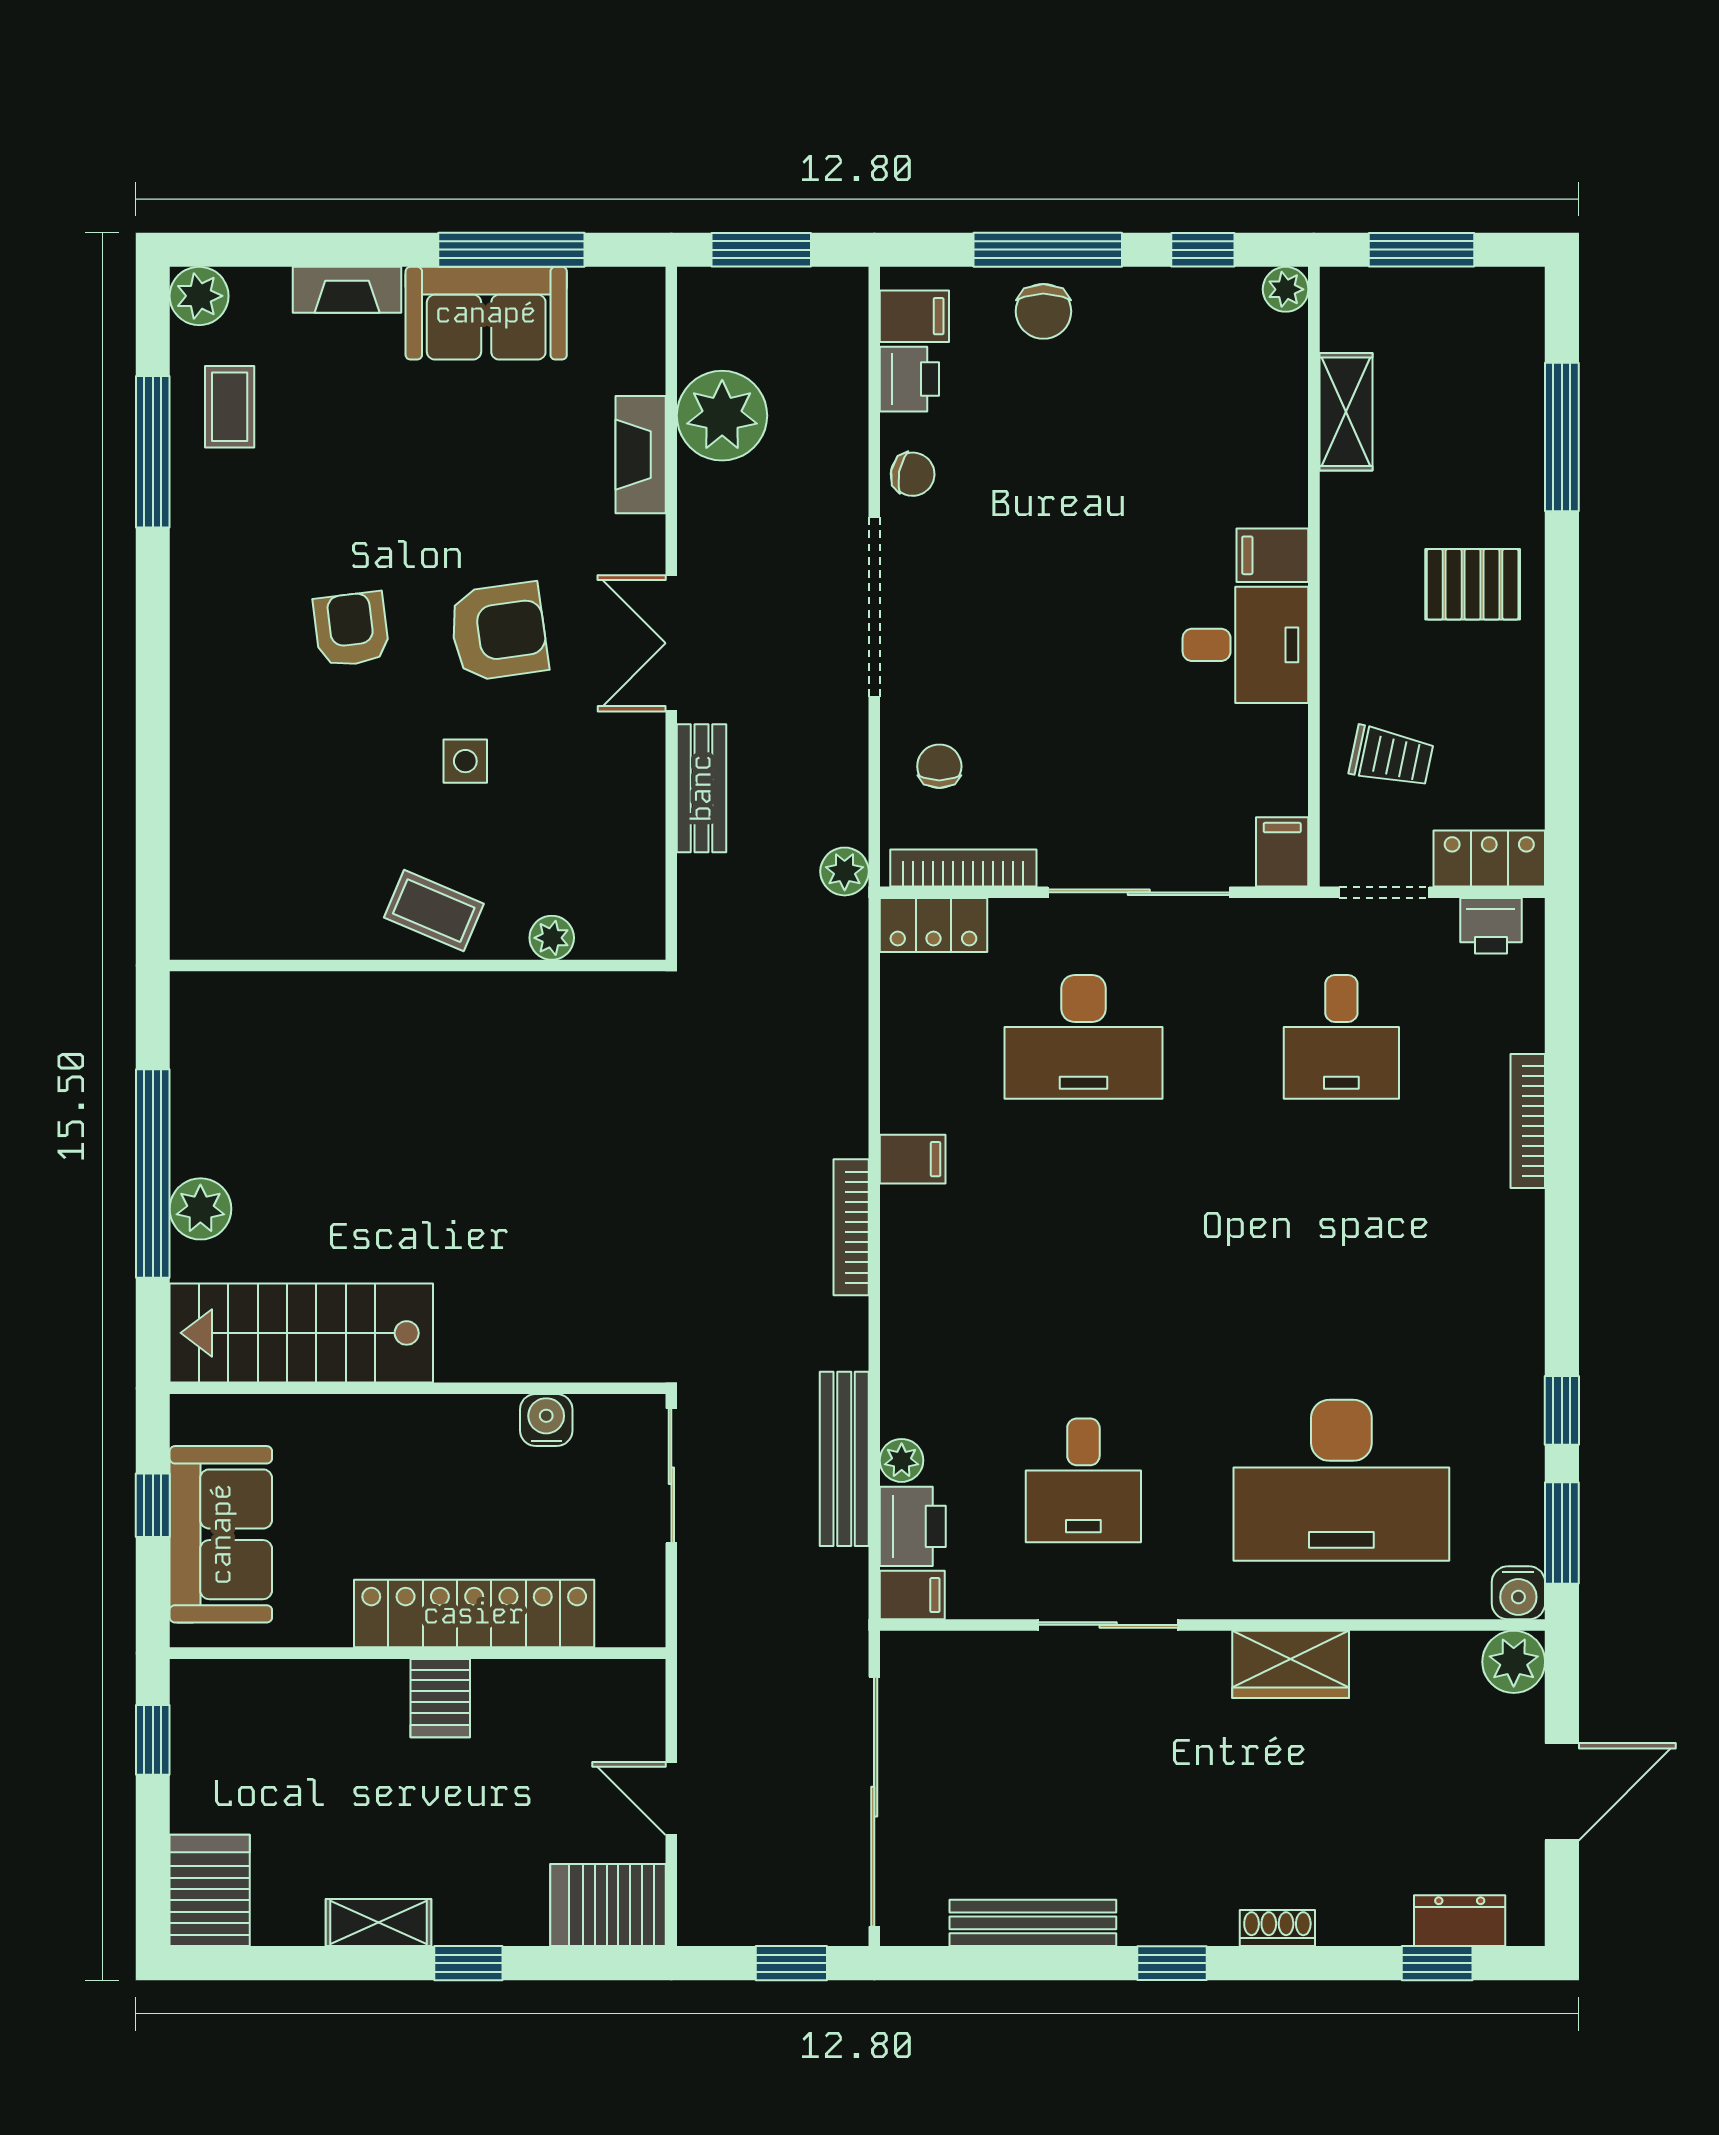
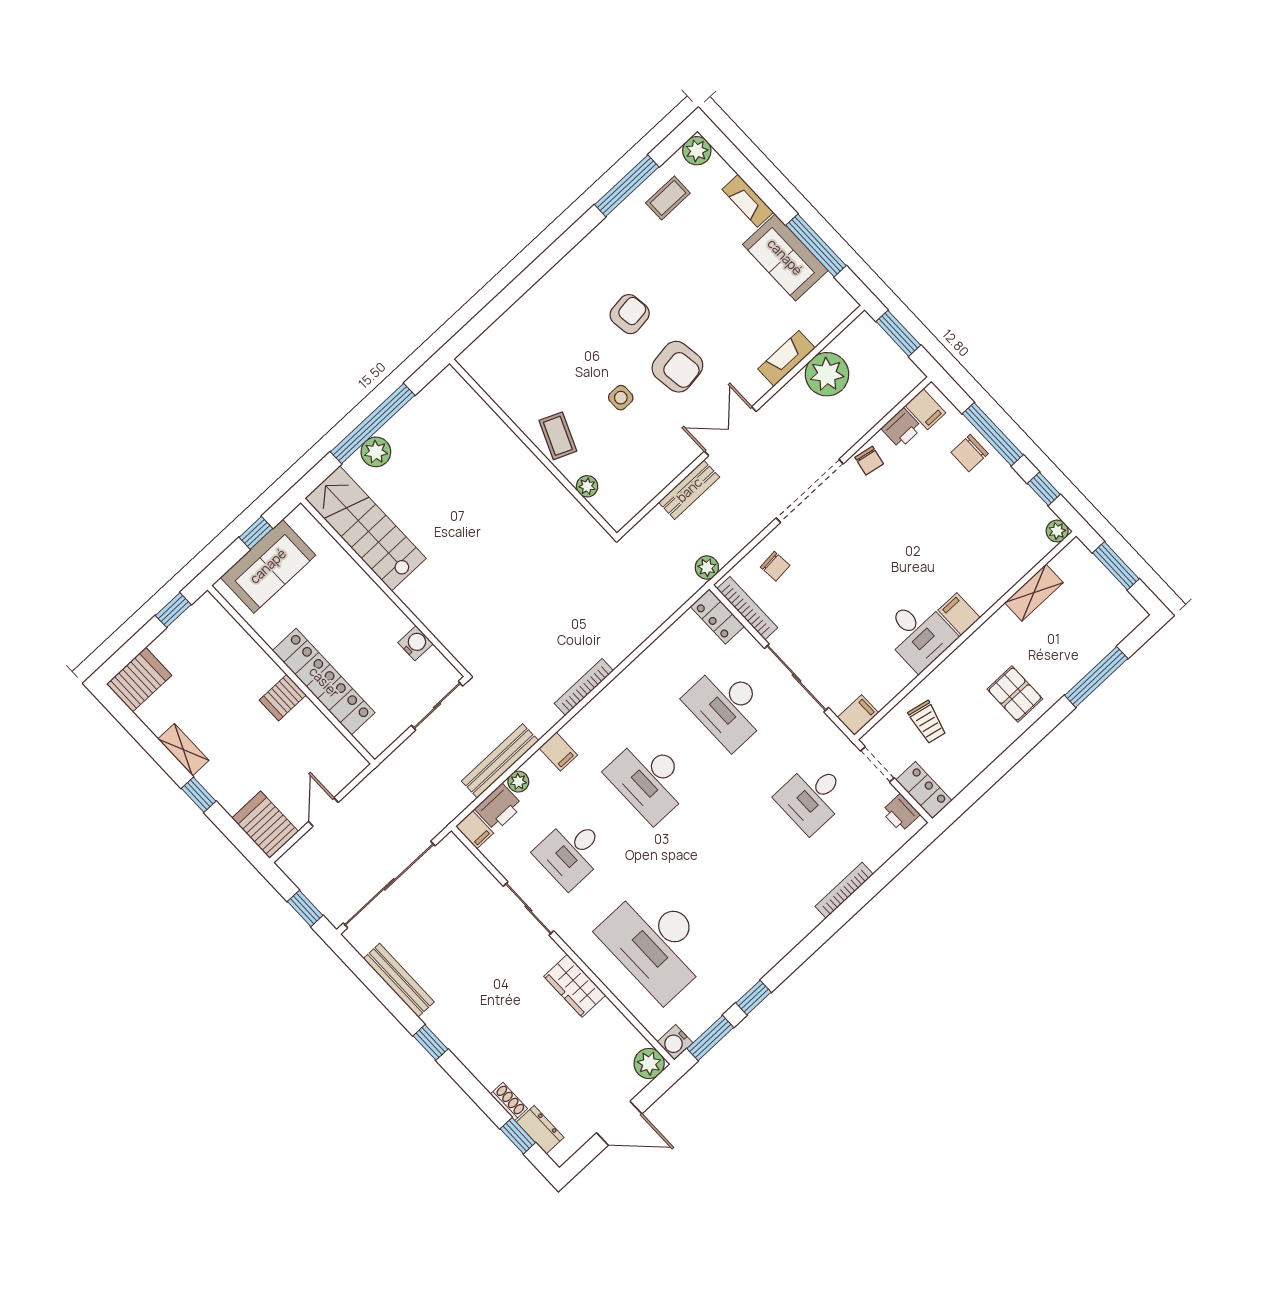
chair: (939, 766) -> (775, 566), turned 85
filing cabinet: (913, 1159) -> (558, 752), moved
desk: (1083, 1259) -> (649, 779), added
shoe rack: (1277, 1928) -> (509, 1101), moved

